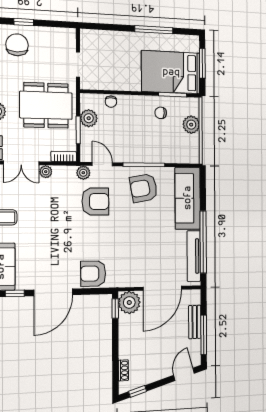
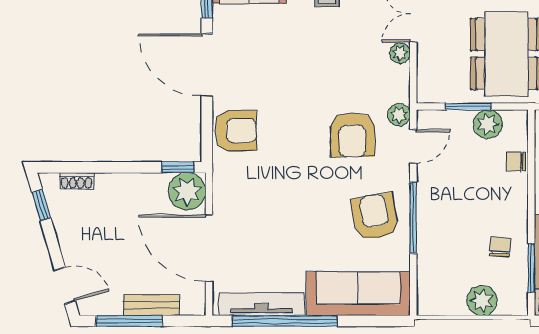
bookcase: (64, 156) -> (425, 83), removed
armchair: (93, 274) -> (236, 131), turned 89

